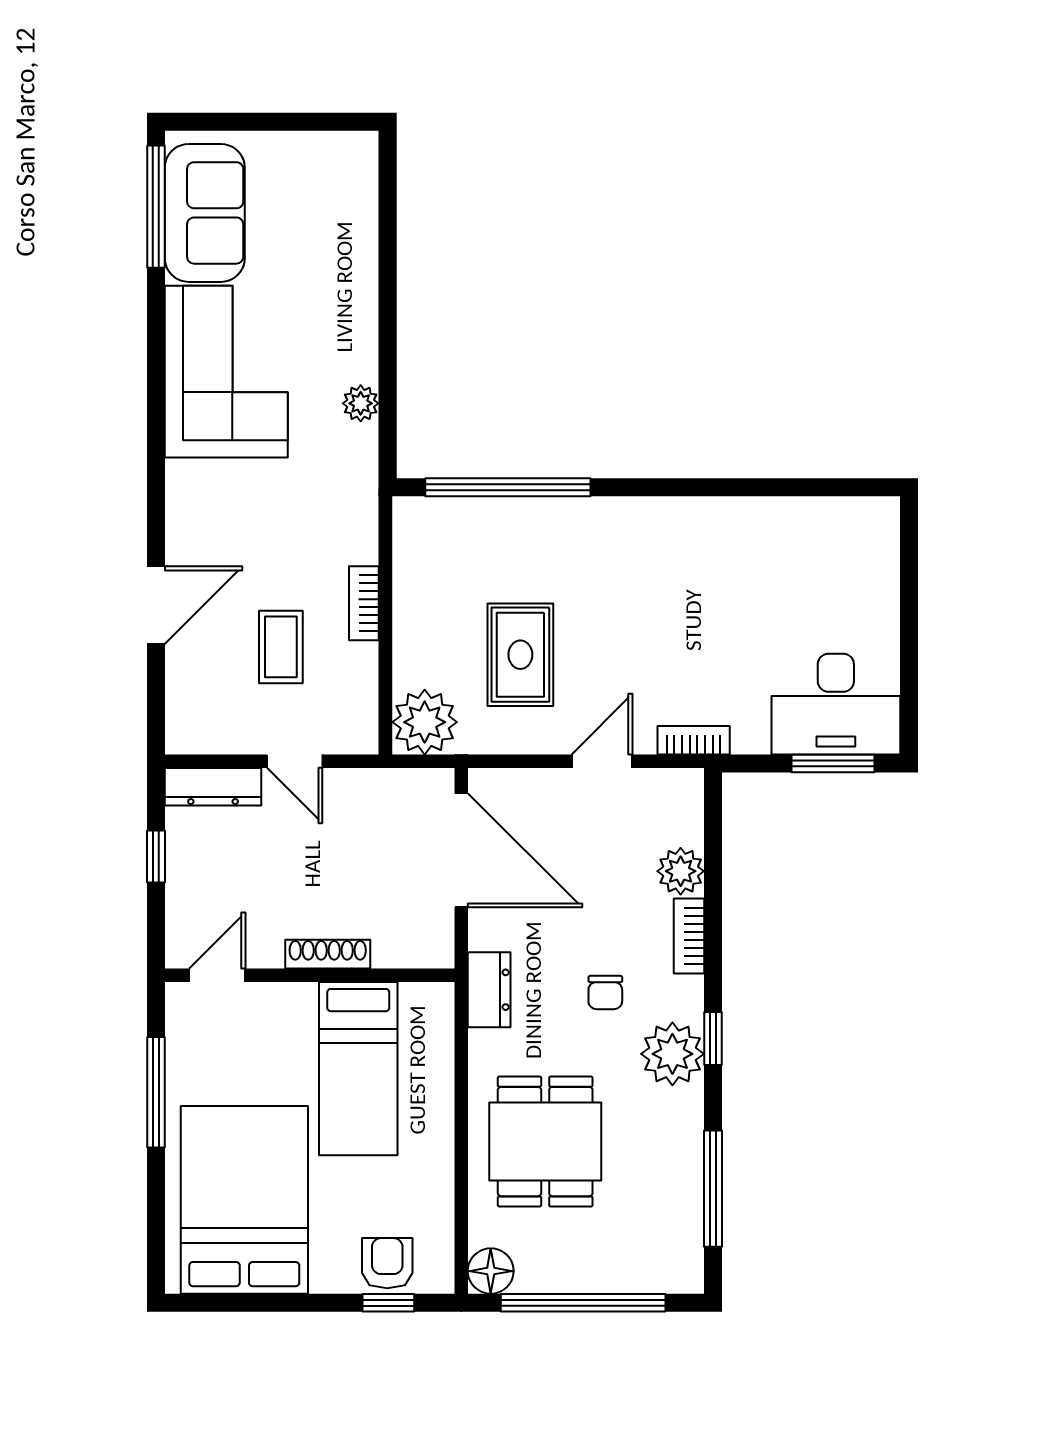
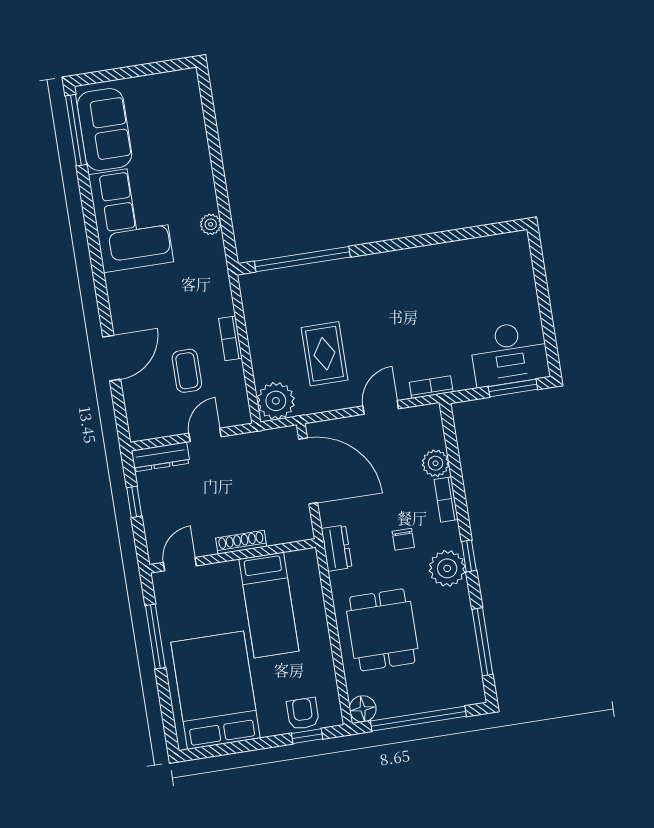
door: (295, 761) -> (205, 435), swing flipped

